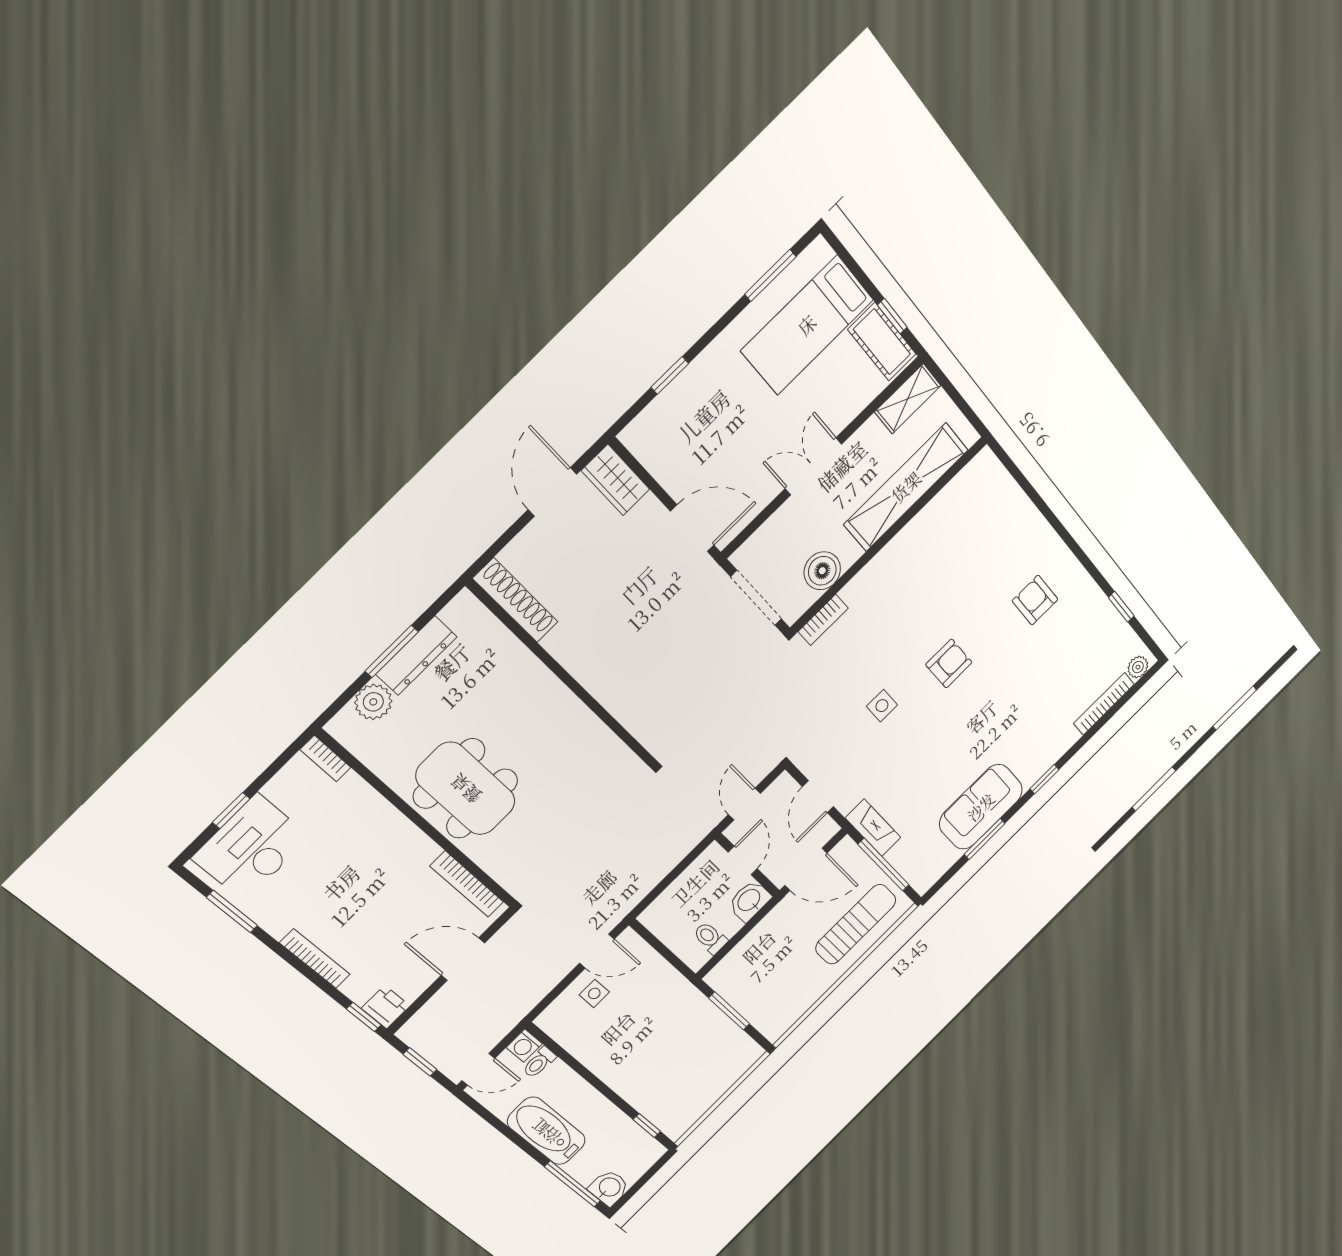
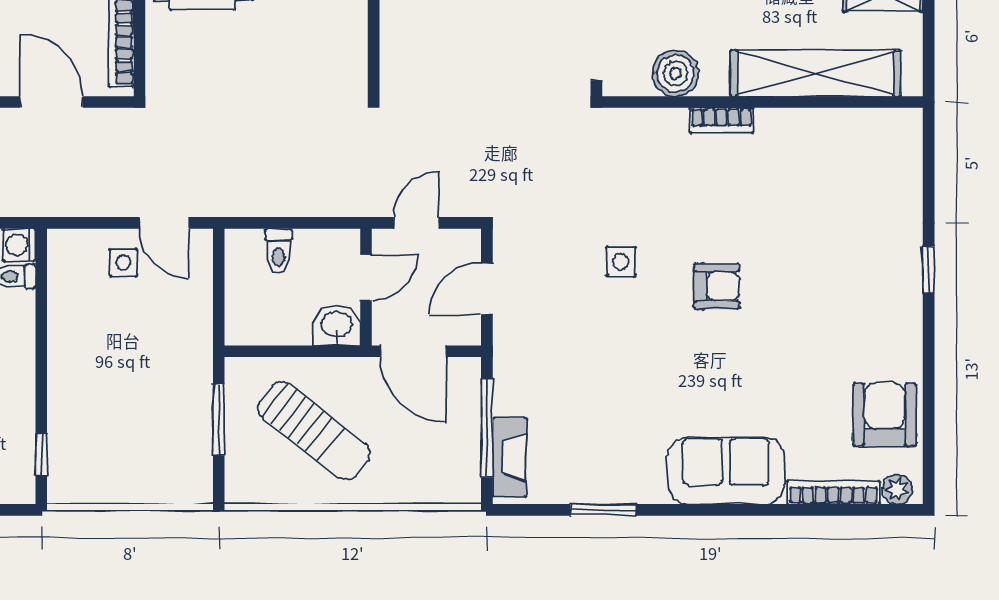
armchair: (1035, 600) -> (885, 415), moved, width x1.38, depth x1.38
window: (1121, 607) -> (929, 270), moved
bookcase: (823, 620) -> (721, 120), moved
window: (1044, 779) -> (712, 510), removed
sofa: (981, 807) -> (726, 471), moved
fireplace: (873, 828) -> (509, 457), moved
sun lounger: (856, 924) -> (314, 431), moved, turned 38
toilet: (710, 938) -> (279, 251), moved, turned 180

